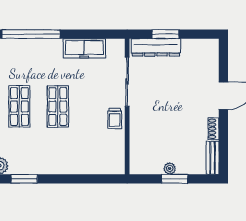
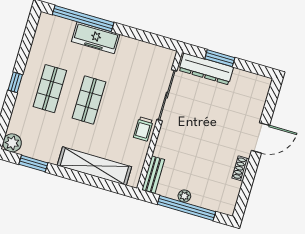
freezer: (84, 48) -> (96, 38), moved
bench: (213, 158) -> (153, 175), moved
shelving: (80, 165) -> (94, 166), added
window: (175, 179) -> (186, 208), width x2.11

